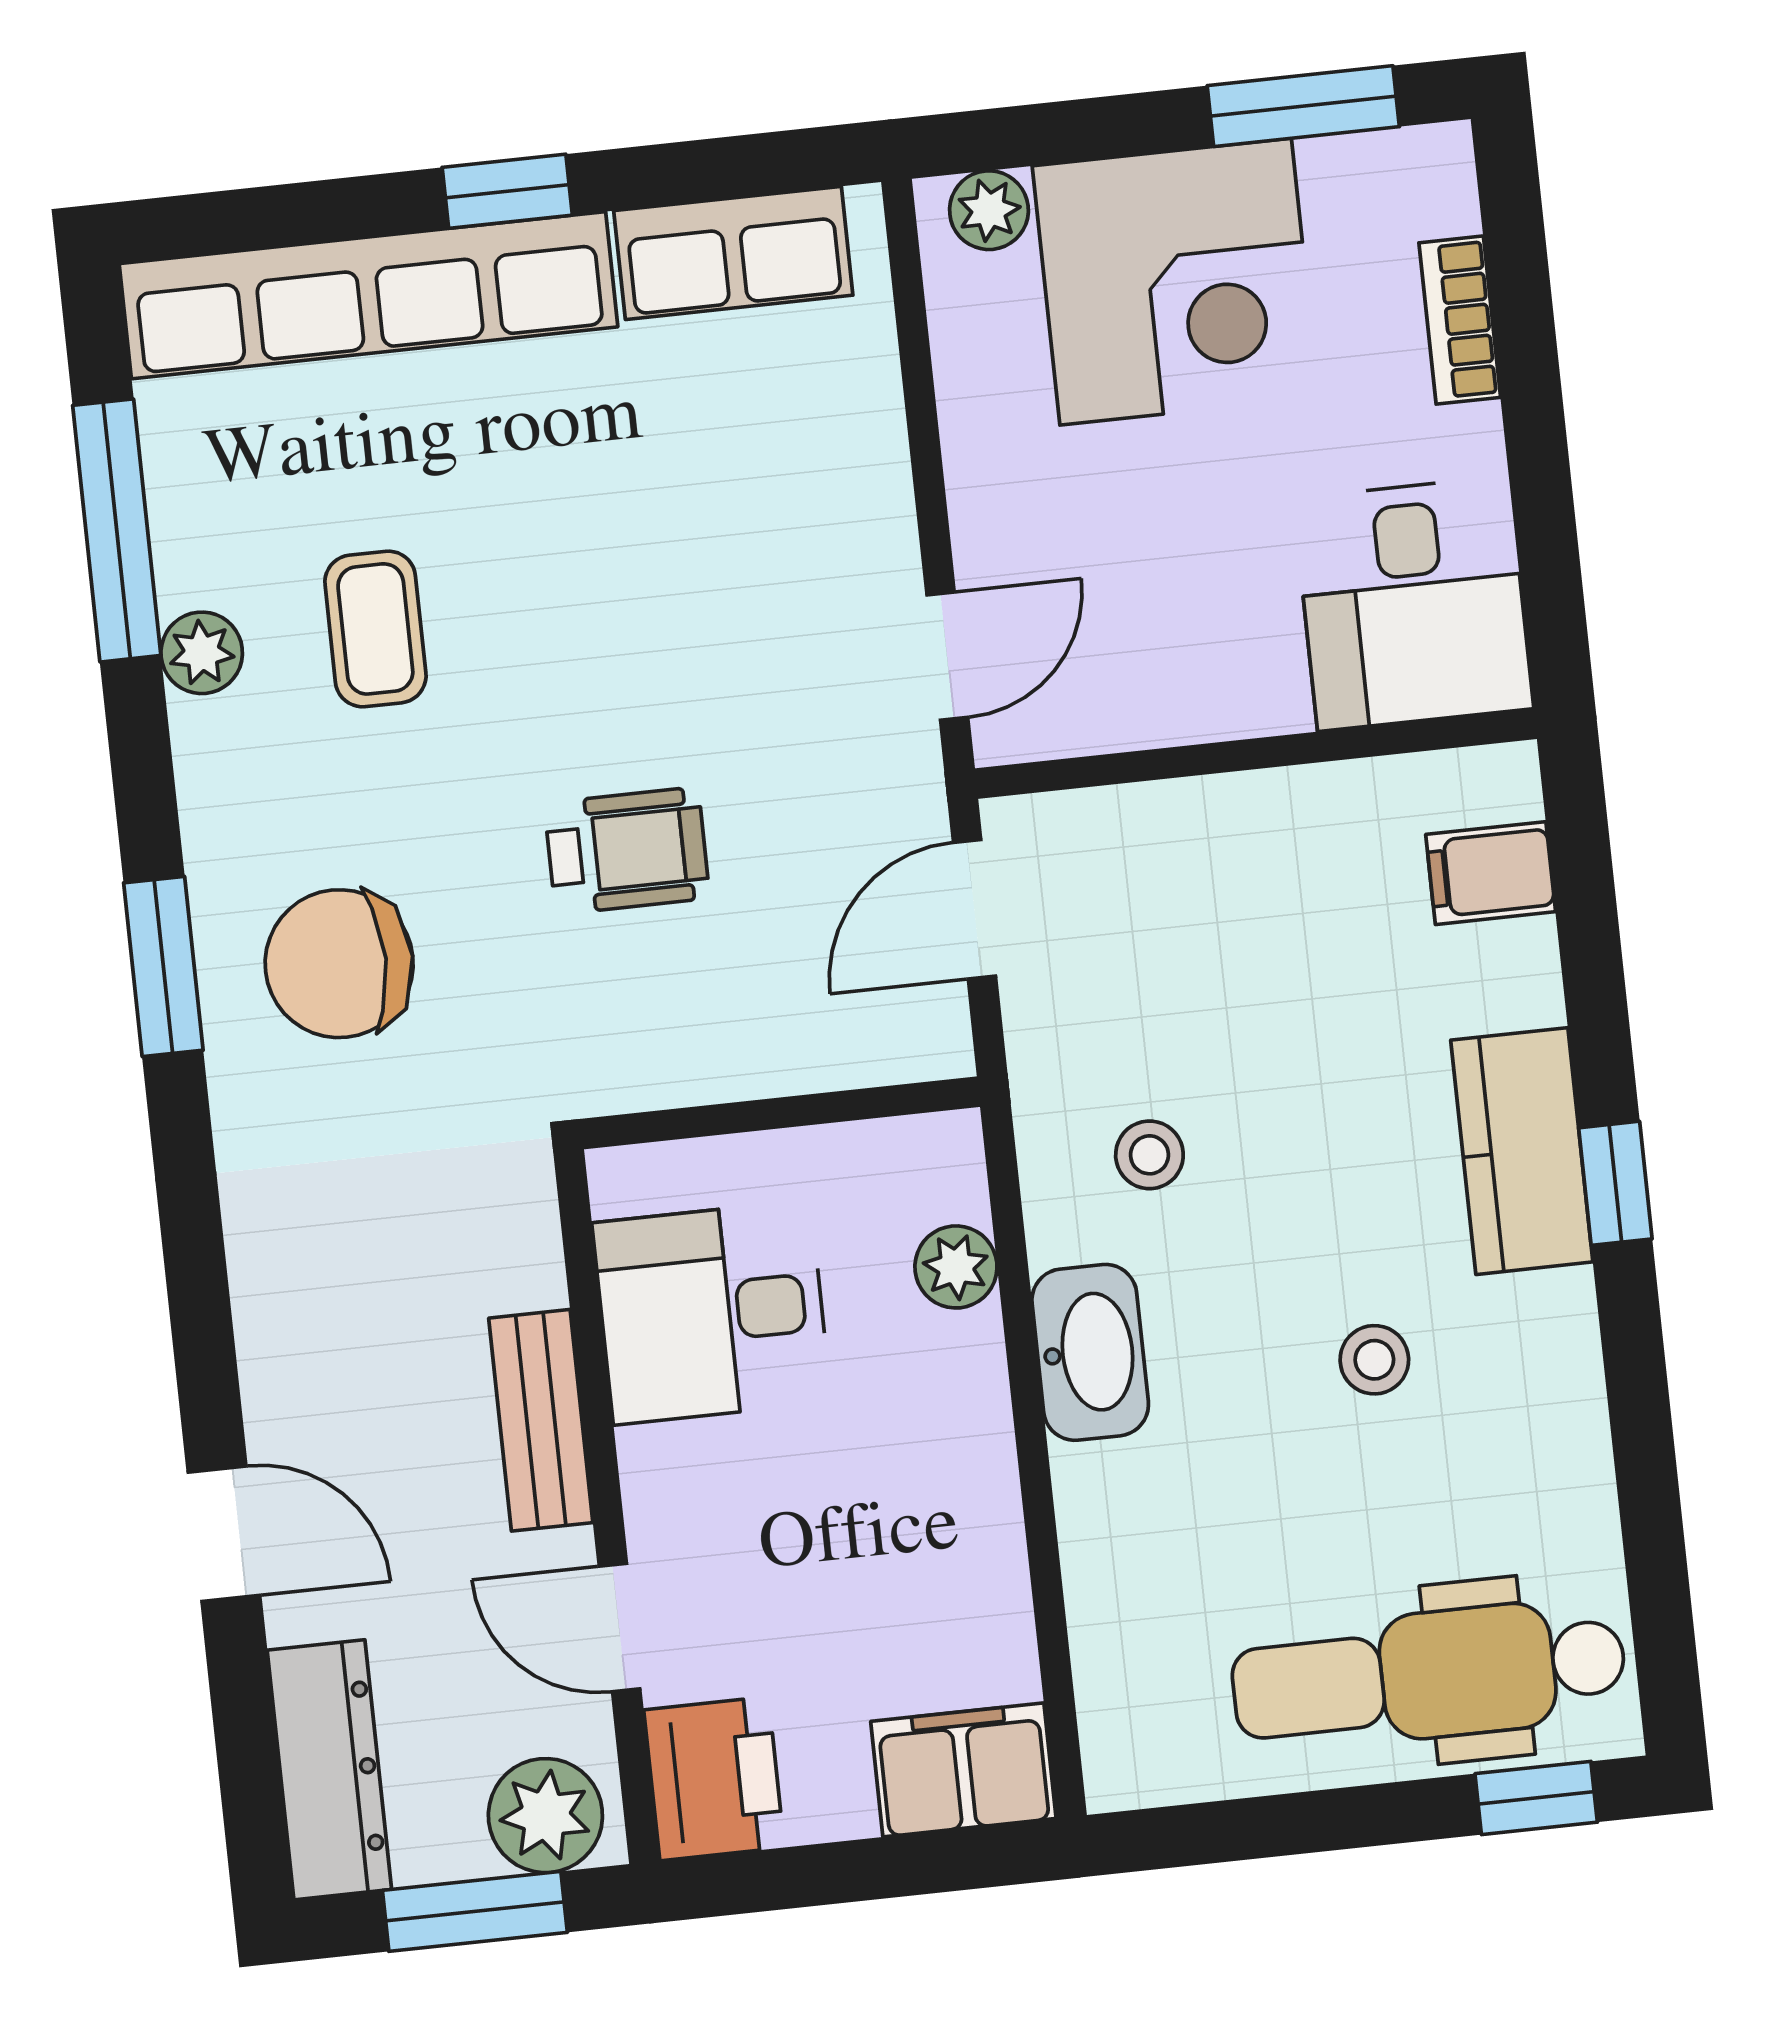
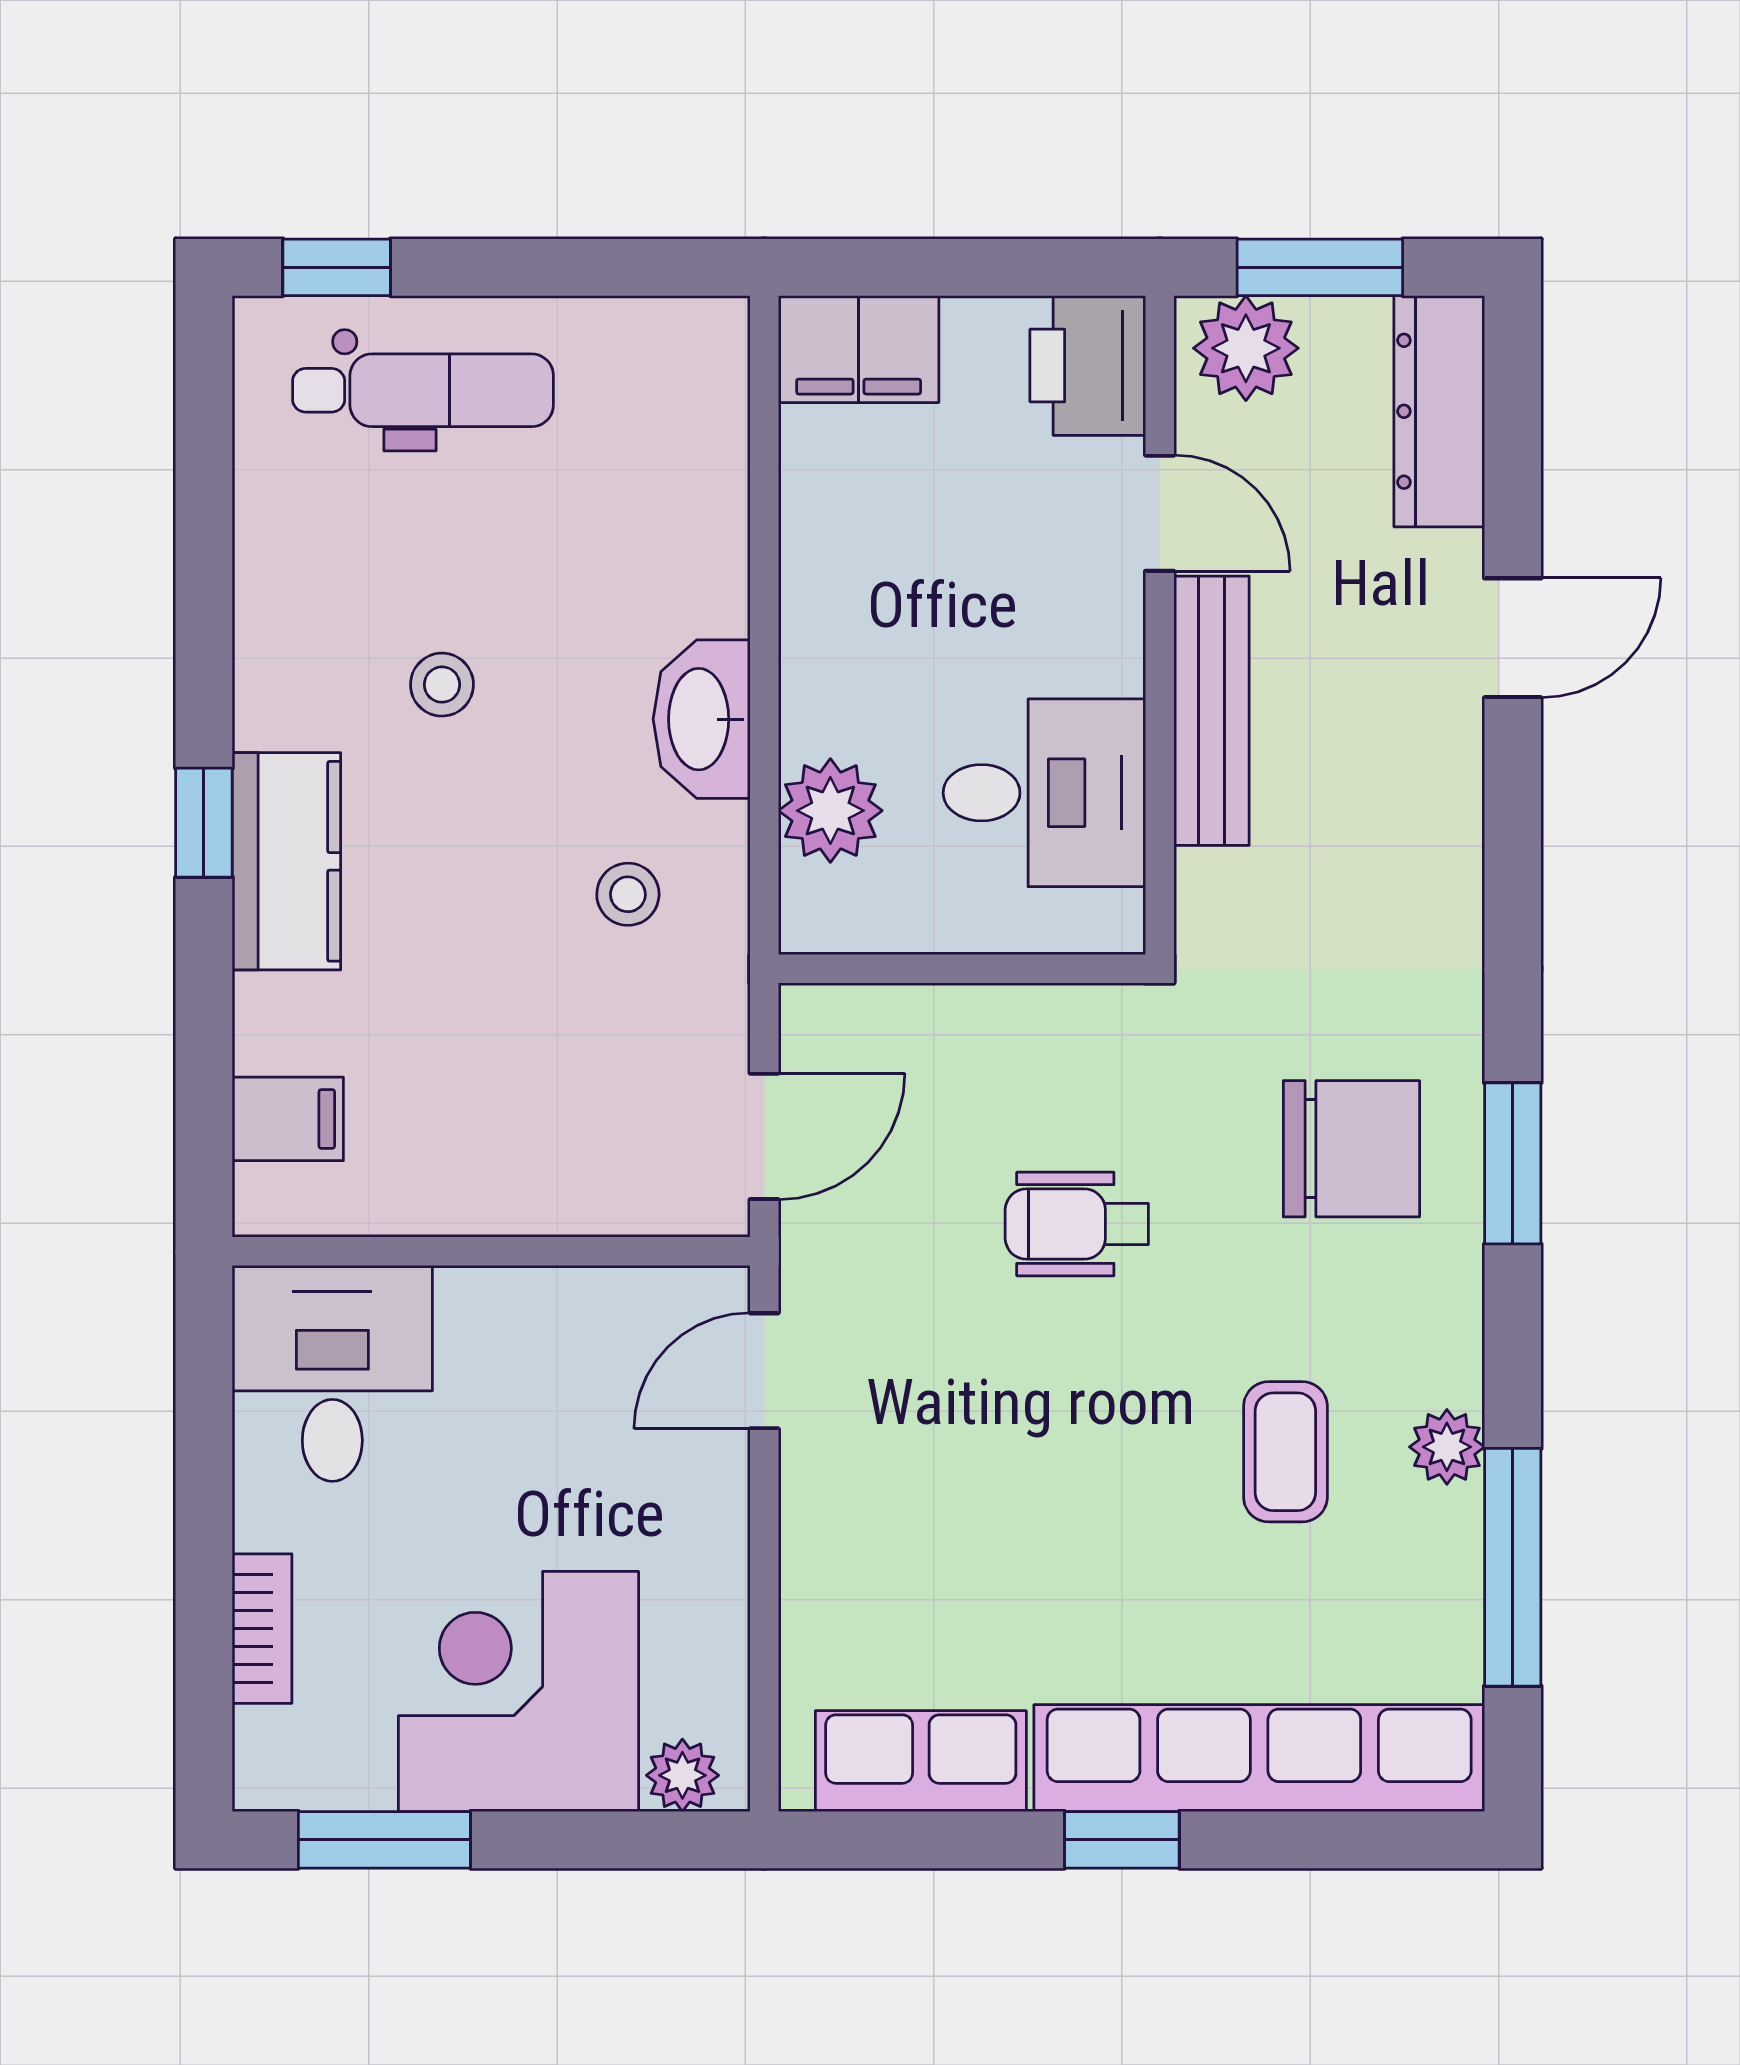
plant: (956, 1267) -> (830, 811), width x1.38, depth x1.38
bench: (541, 1420) -> (1211, 711), width x1.36
door: (224, 1534) -> (1513, 638), swing flipped
dental chair: (1429, 1675) -> (423, 390), width x0.73, depth x0.72

